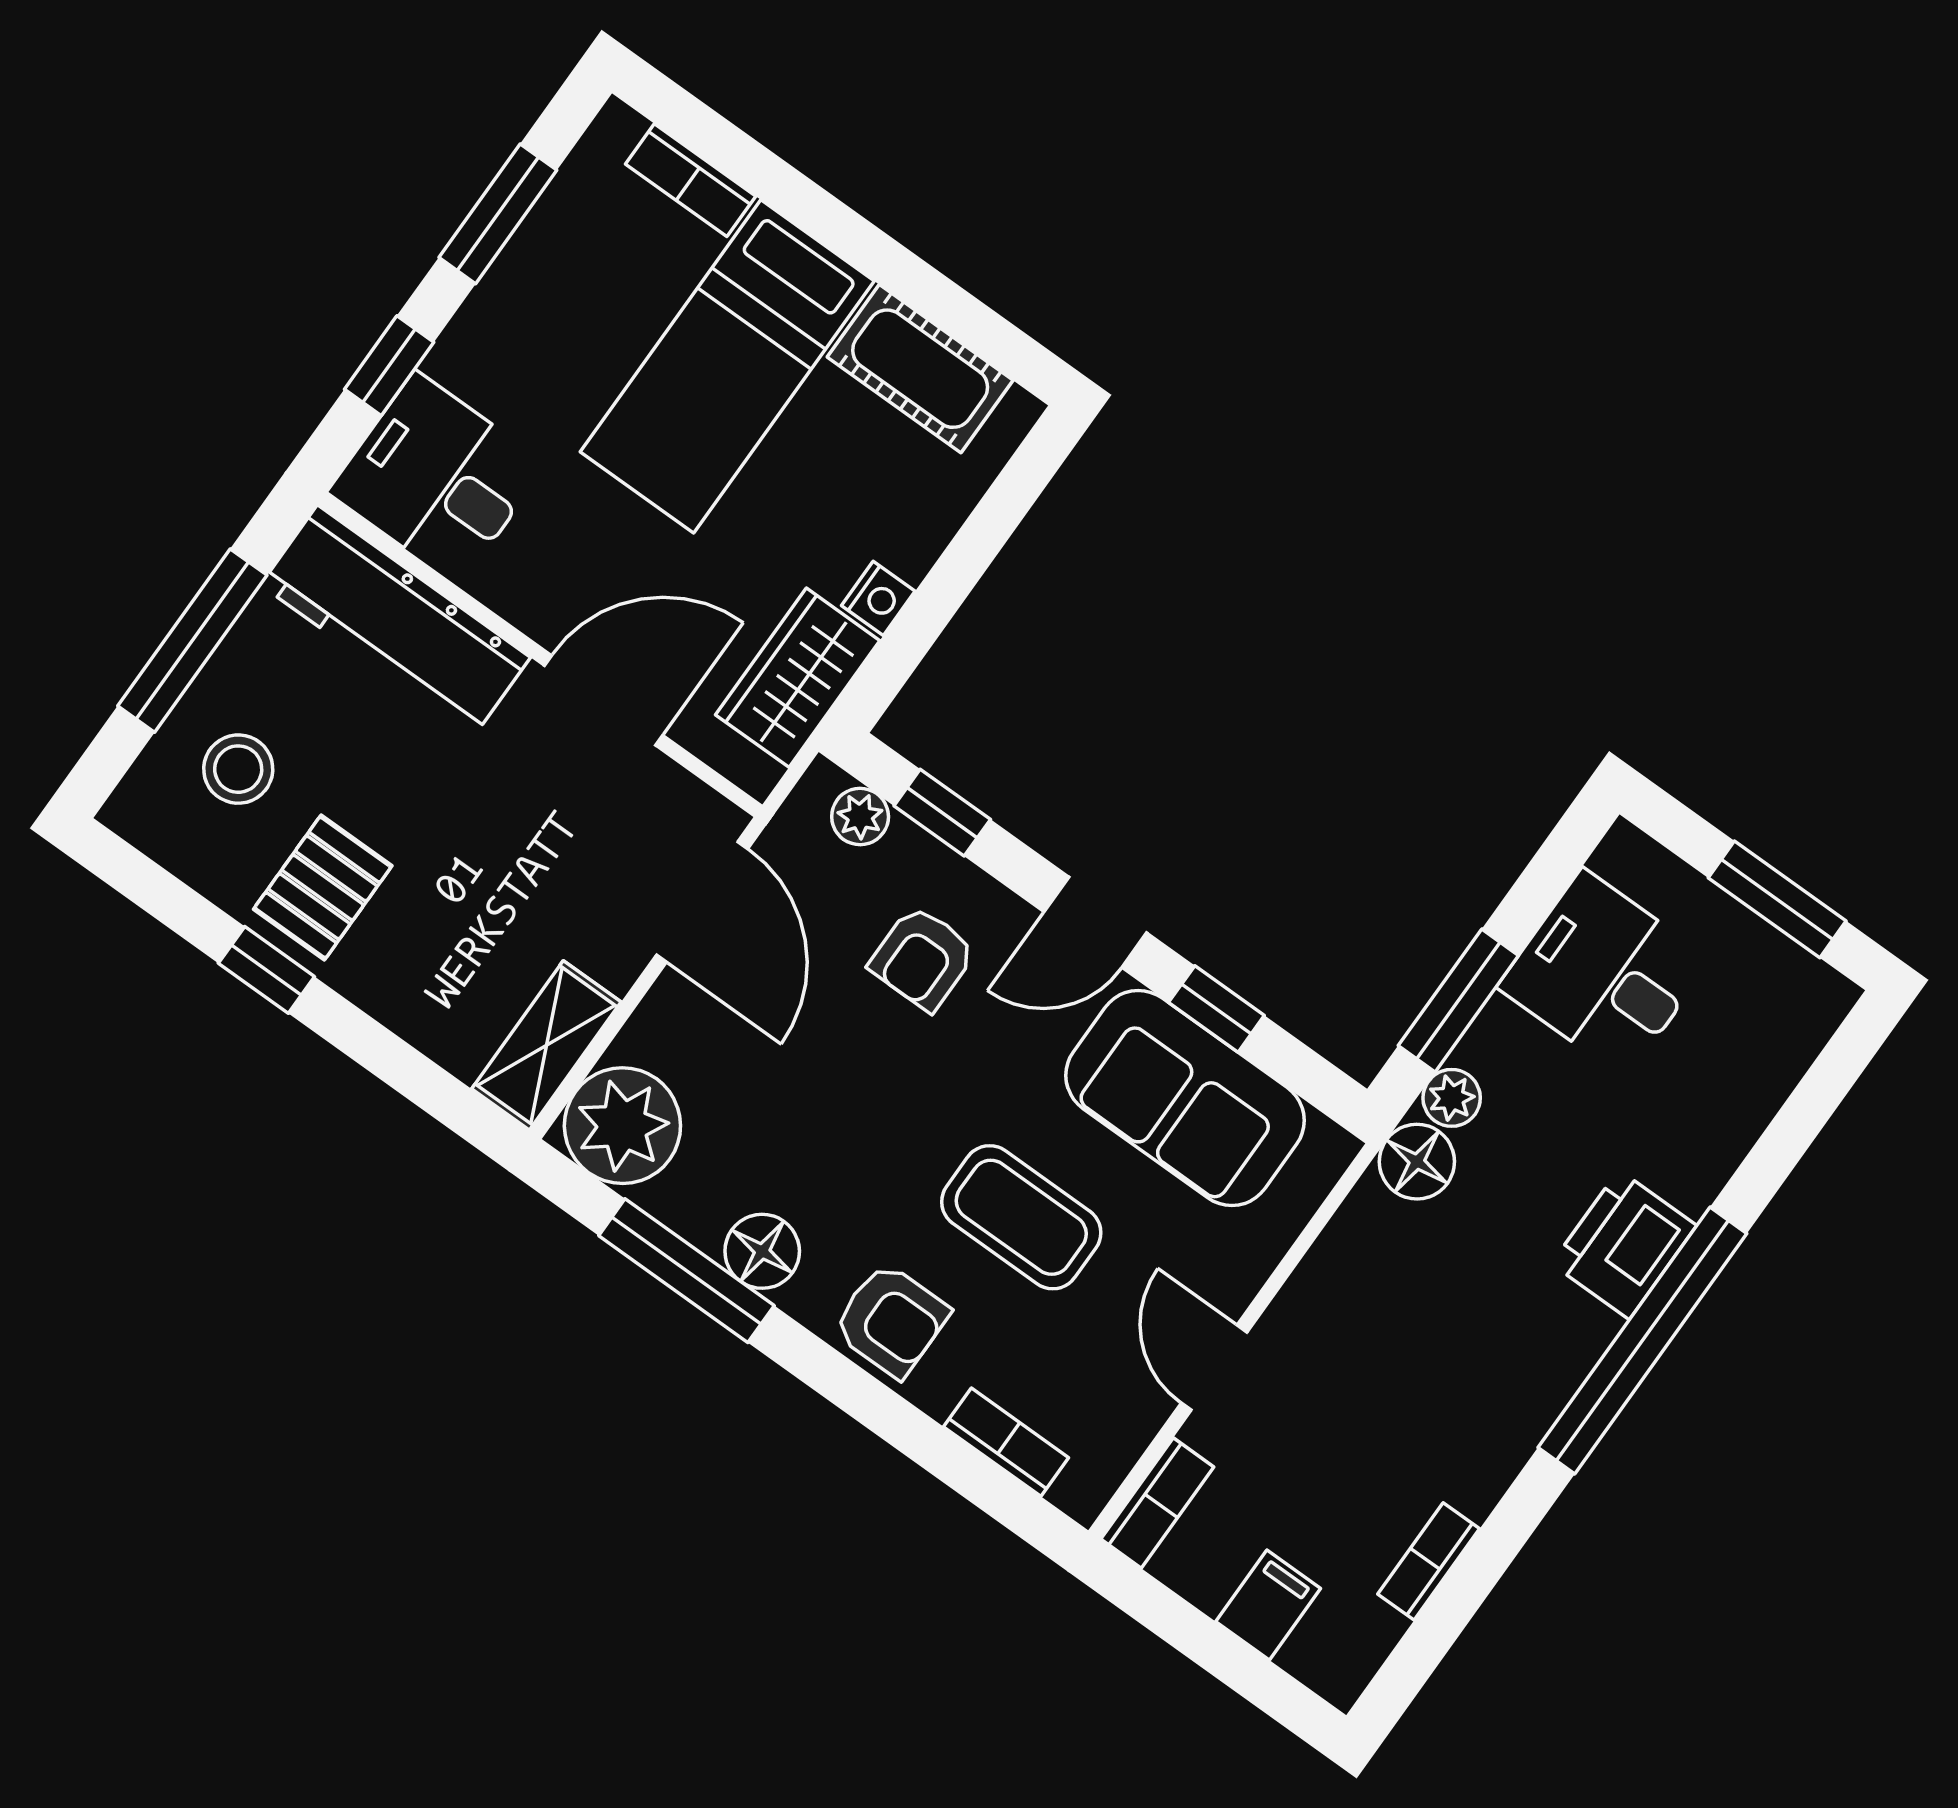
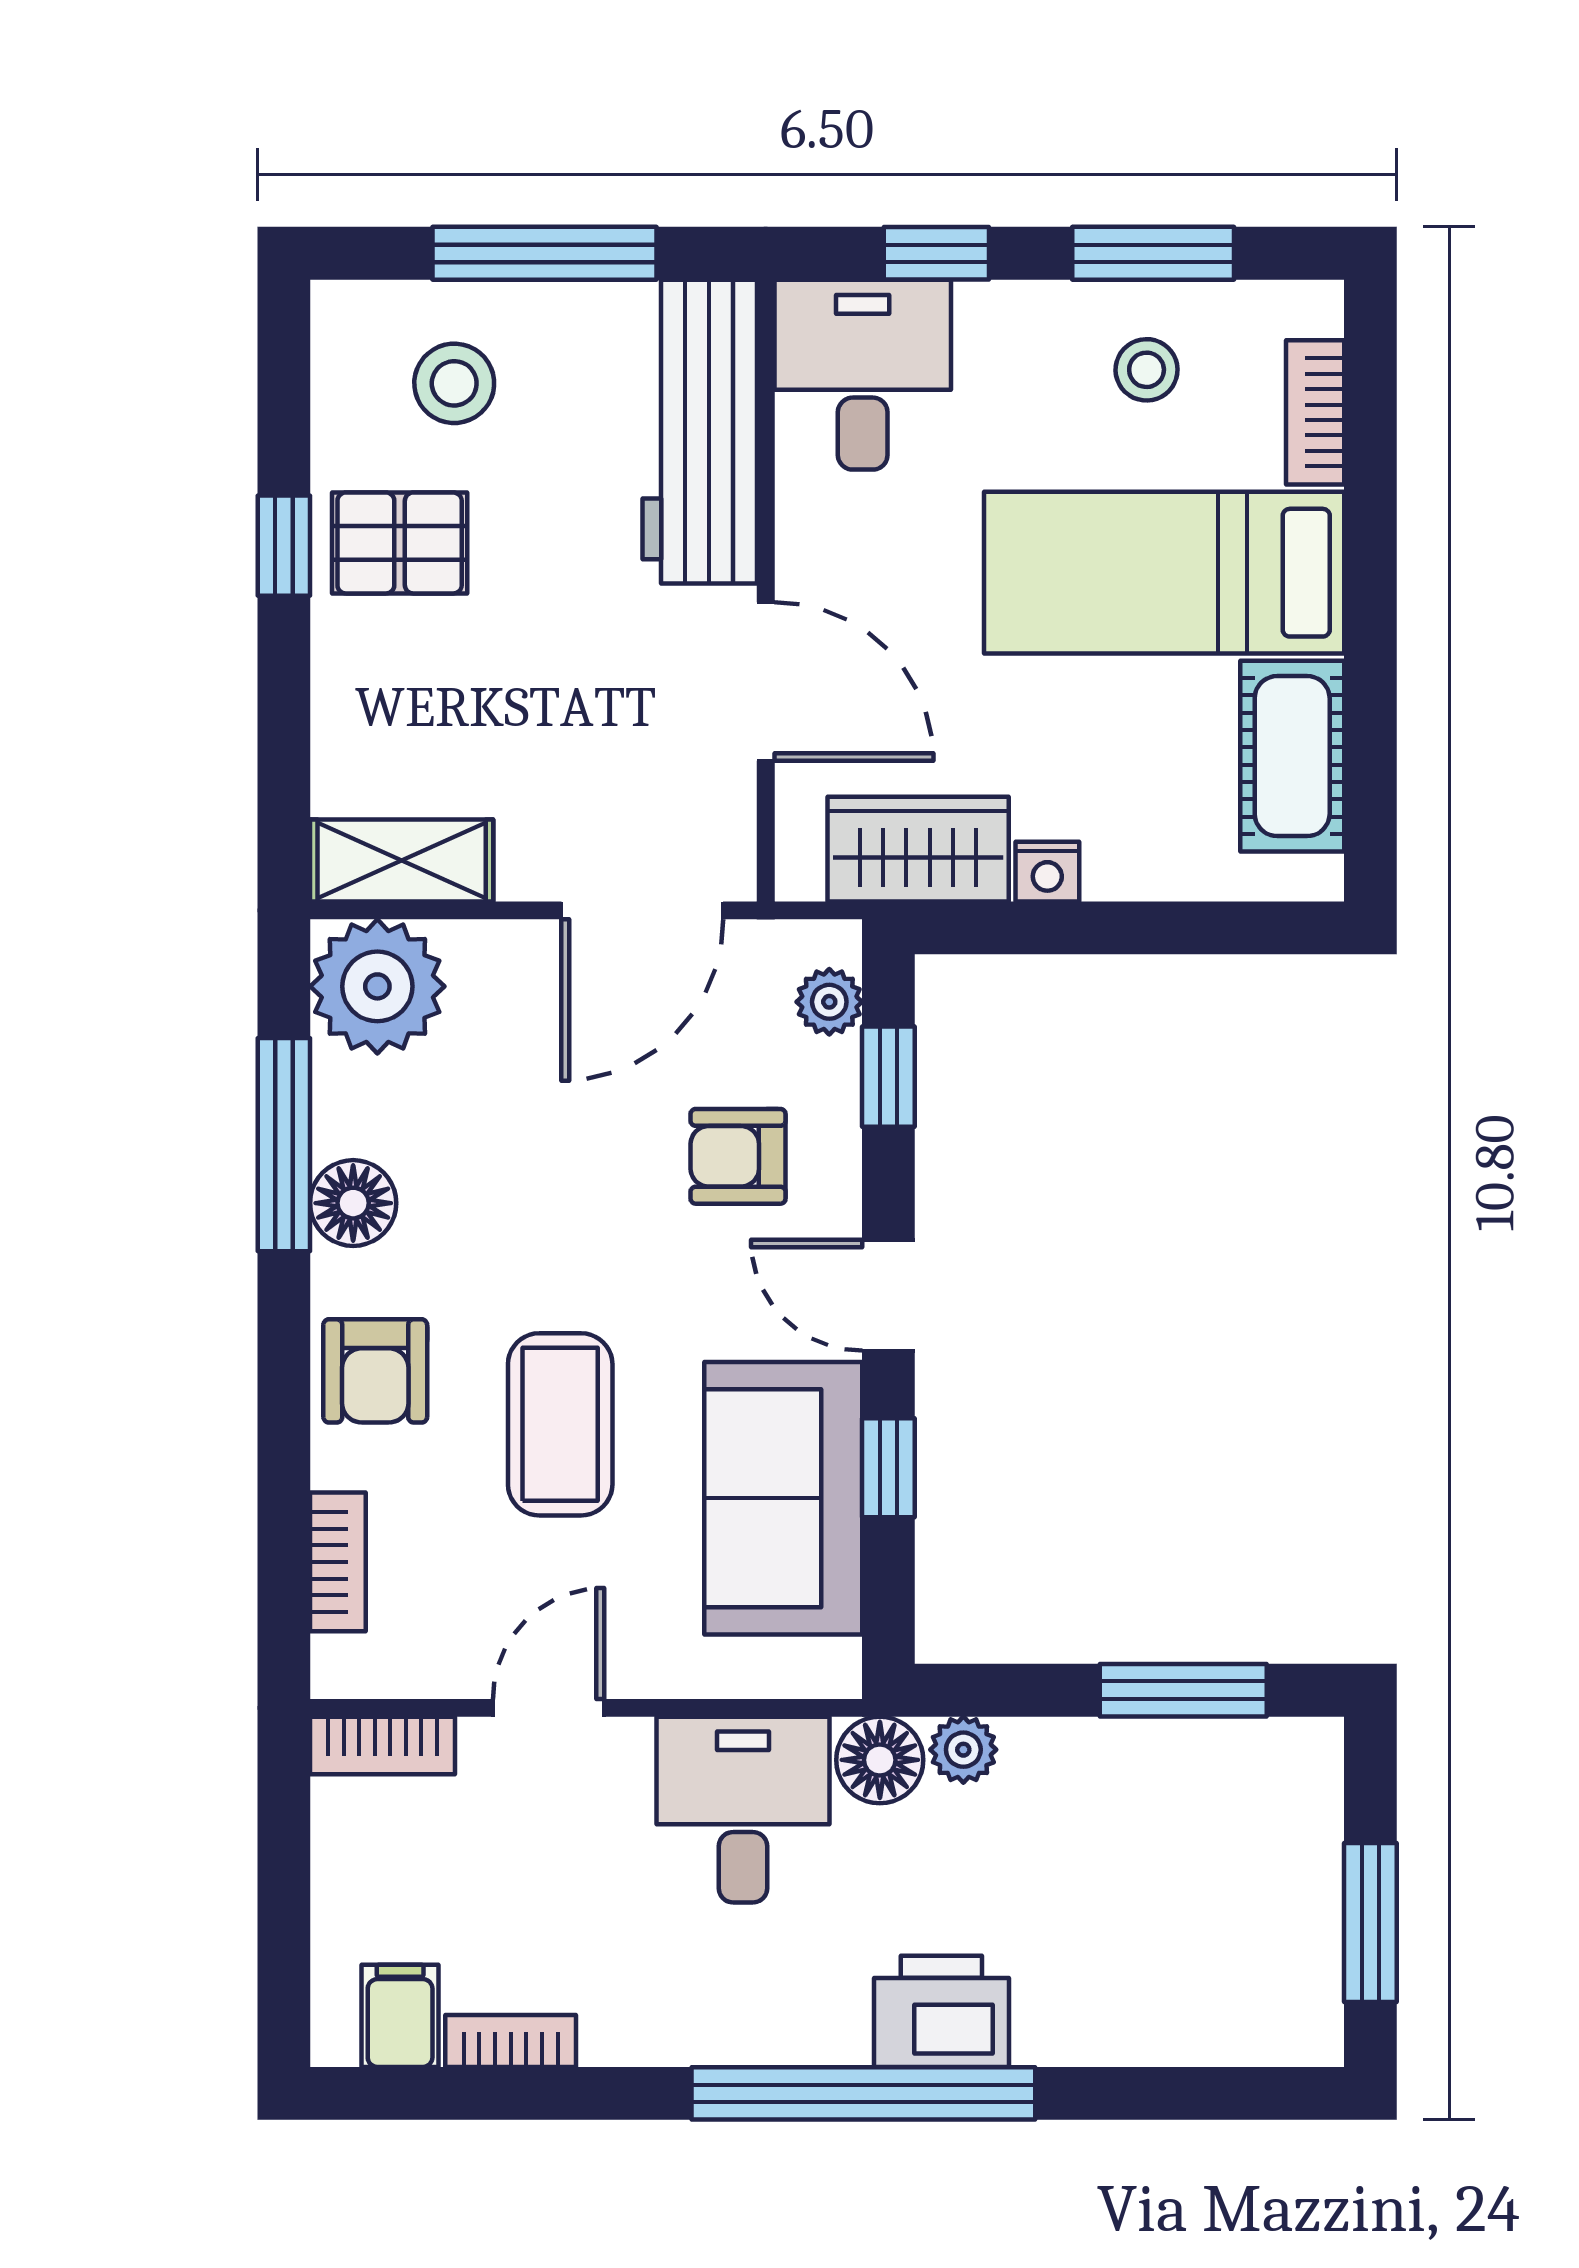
stool: (576, 277) -> (1147, 370), added
desk: (1604, 973) -> (743, 1810), moved
window: (1458, 1000) -> (1183, 1690), moved
filing cabinet: (1268, 1605) -> (400, 2016), moved, turned -90

